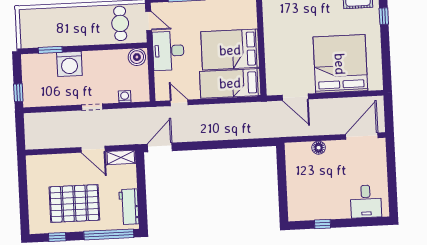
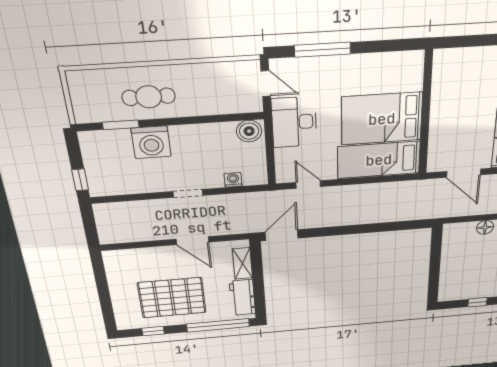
cafe table: (120, 23) -> (149, 97), moved, turned 90
shelving: (121, 157) -> (242, 264), moved, turned 90

